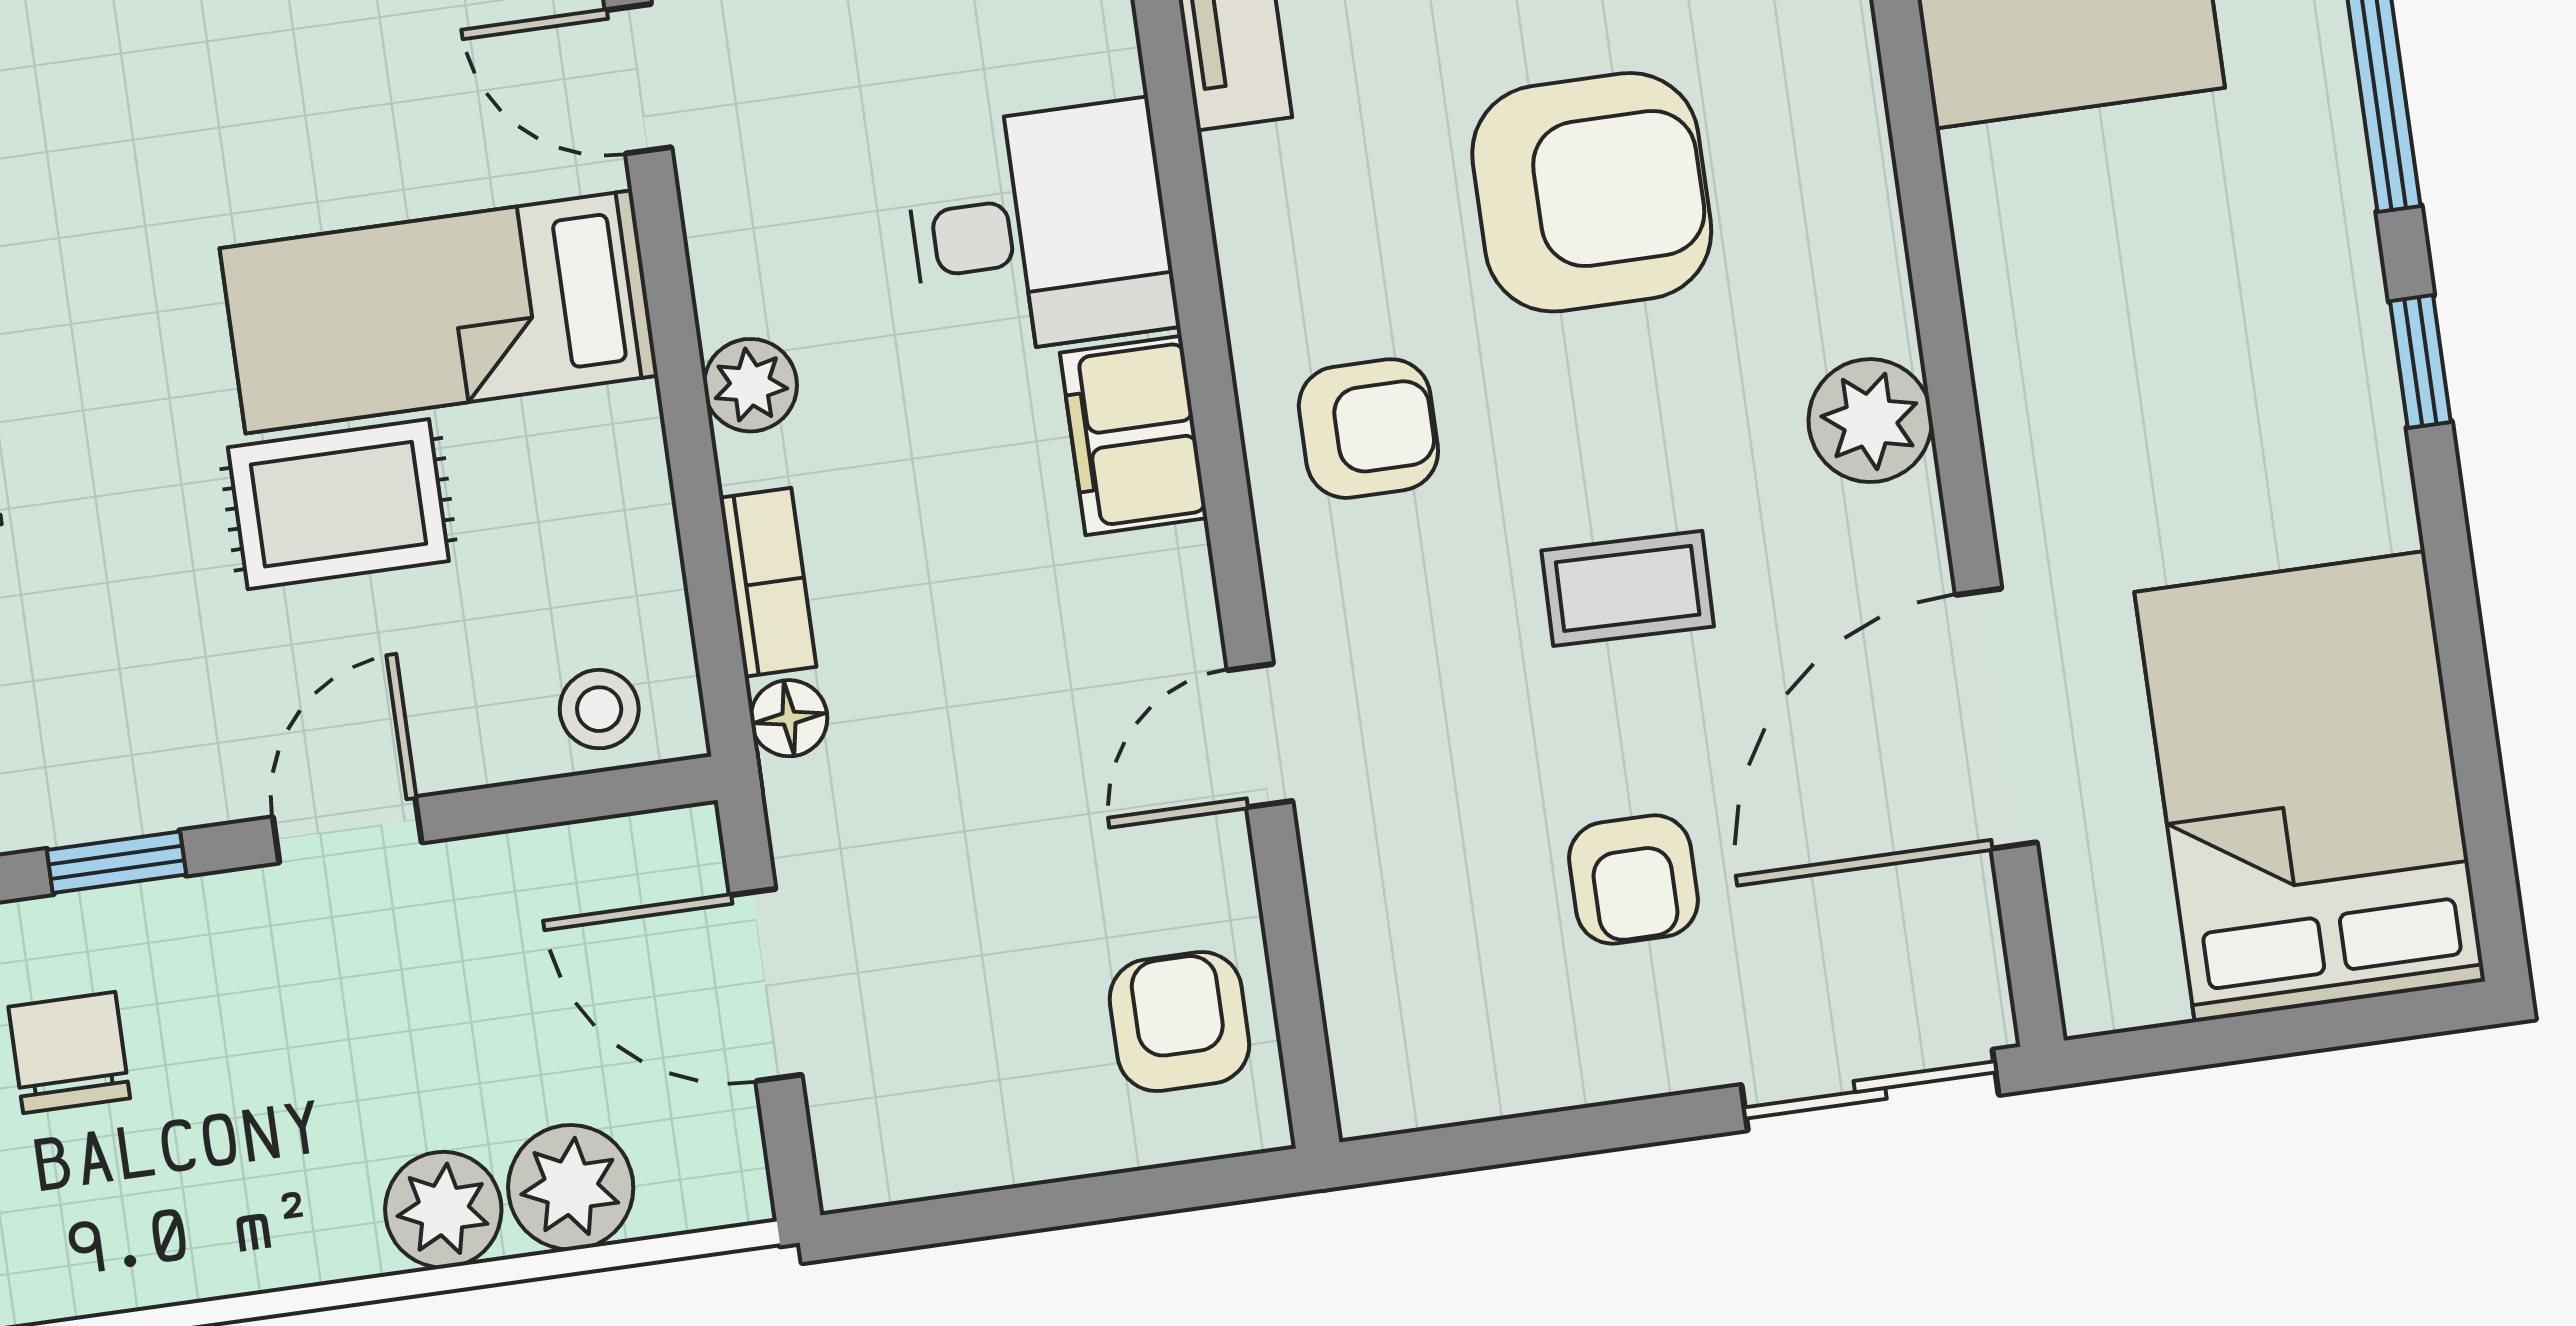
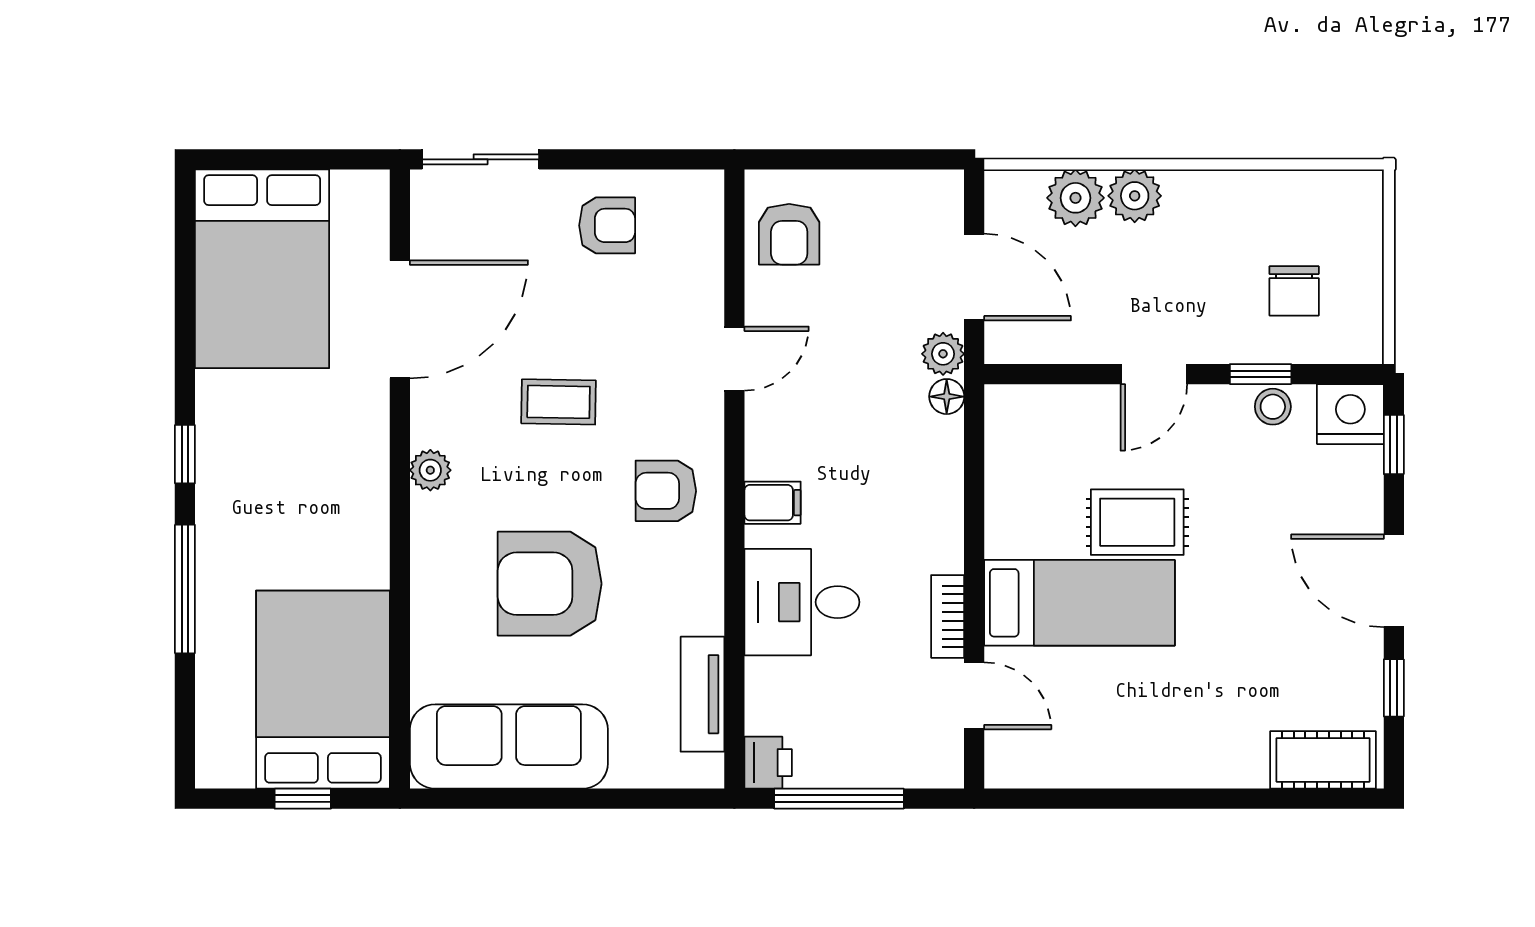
plant: (750, 385) -> (943, 354), moved
plant: (1870, 421) -> (430, 470), width x0.73, depth x0.73
filing cabinet: (1134, 435) -> (773, 503), width x0.50
bookcase: (768, 582) -> (948, 616), moved
stool: (599, 709) -> (1273, 407), moved
armchair: (1633, 879) -> (607, 225), moved, turned 90

